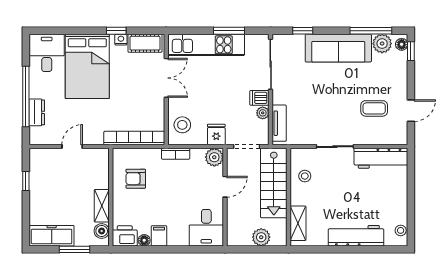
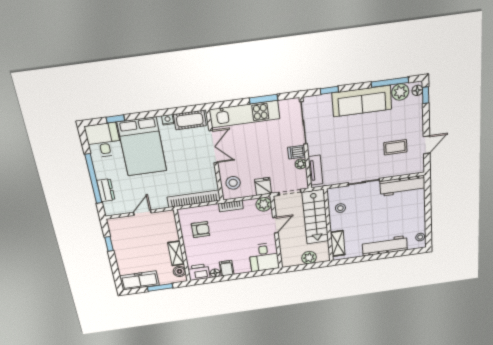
window: (116, 31) -> (115, 119), moved
armchair: (136, 179) -> (201, 230), turned 180

